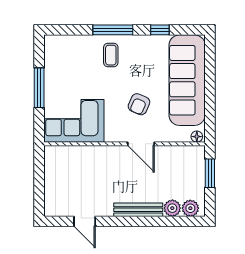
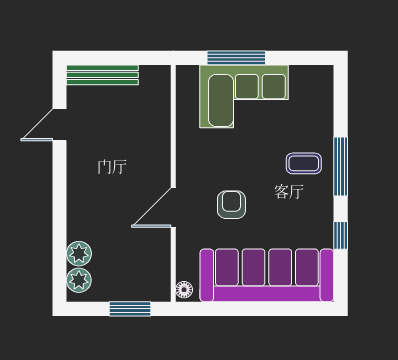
window: (39, 88) -> (236, 58), moved
armchair: (139, 104) -> (231, 205), turned 66
corner sofa: (74, 121) -> (244, 96), moved, turned 90
bench: (138, 210) -> (102, 75), moved, turned 90

